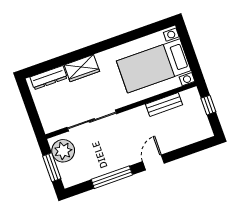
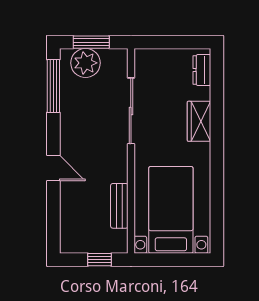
dresser: (49, 78) -> (202, 70), width x0.70
plant: (63, 151) -> (85, 63), moved
window: (112, 177) -> (53, 86), moved

